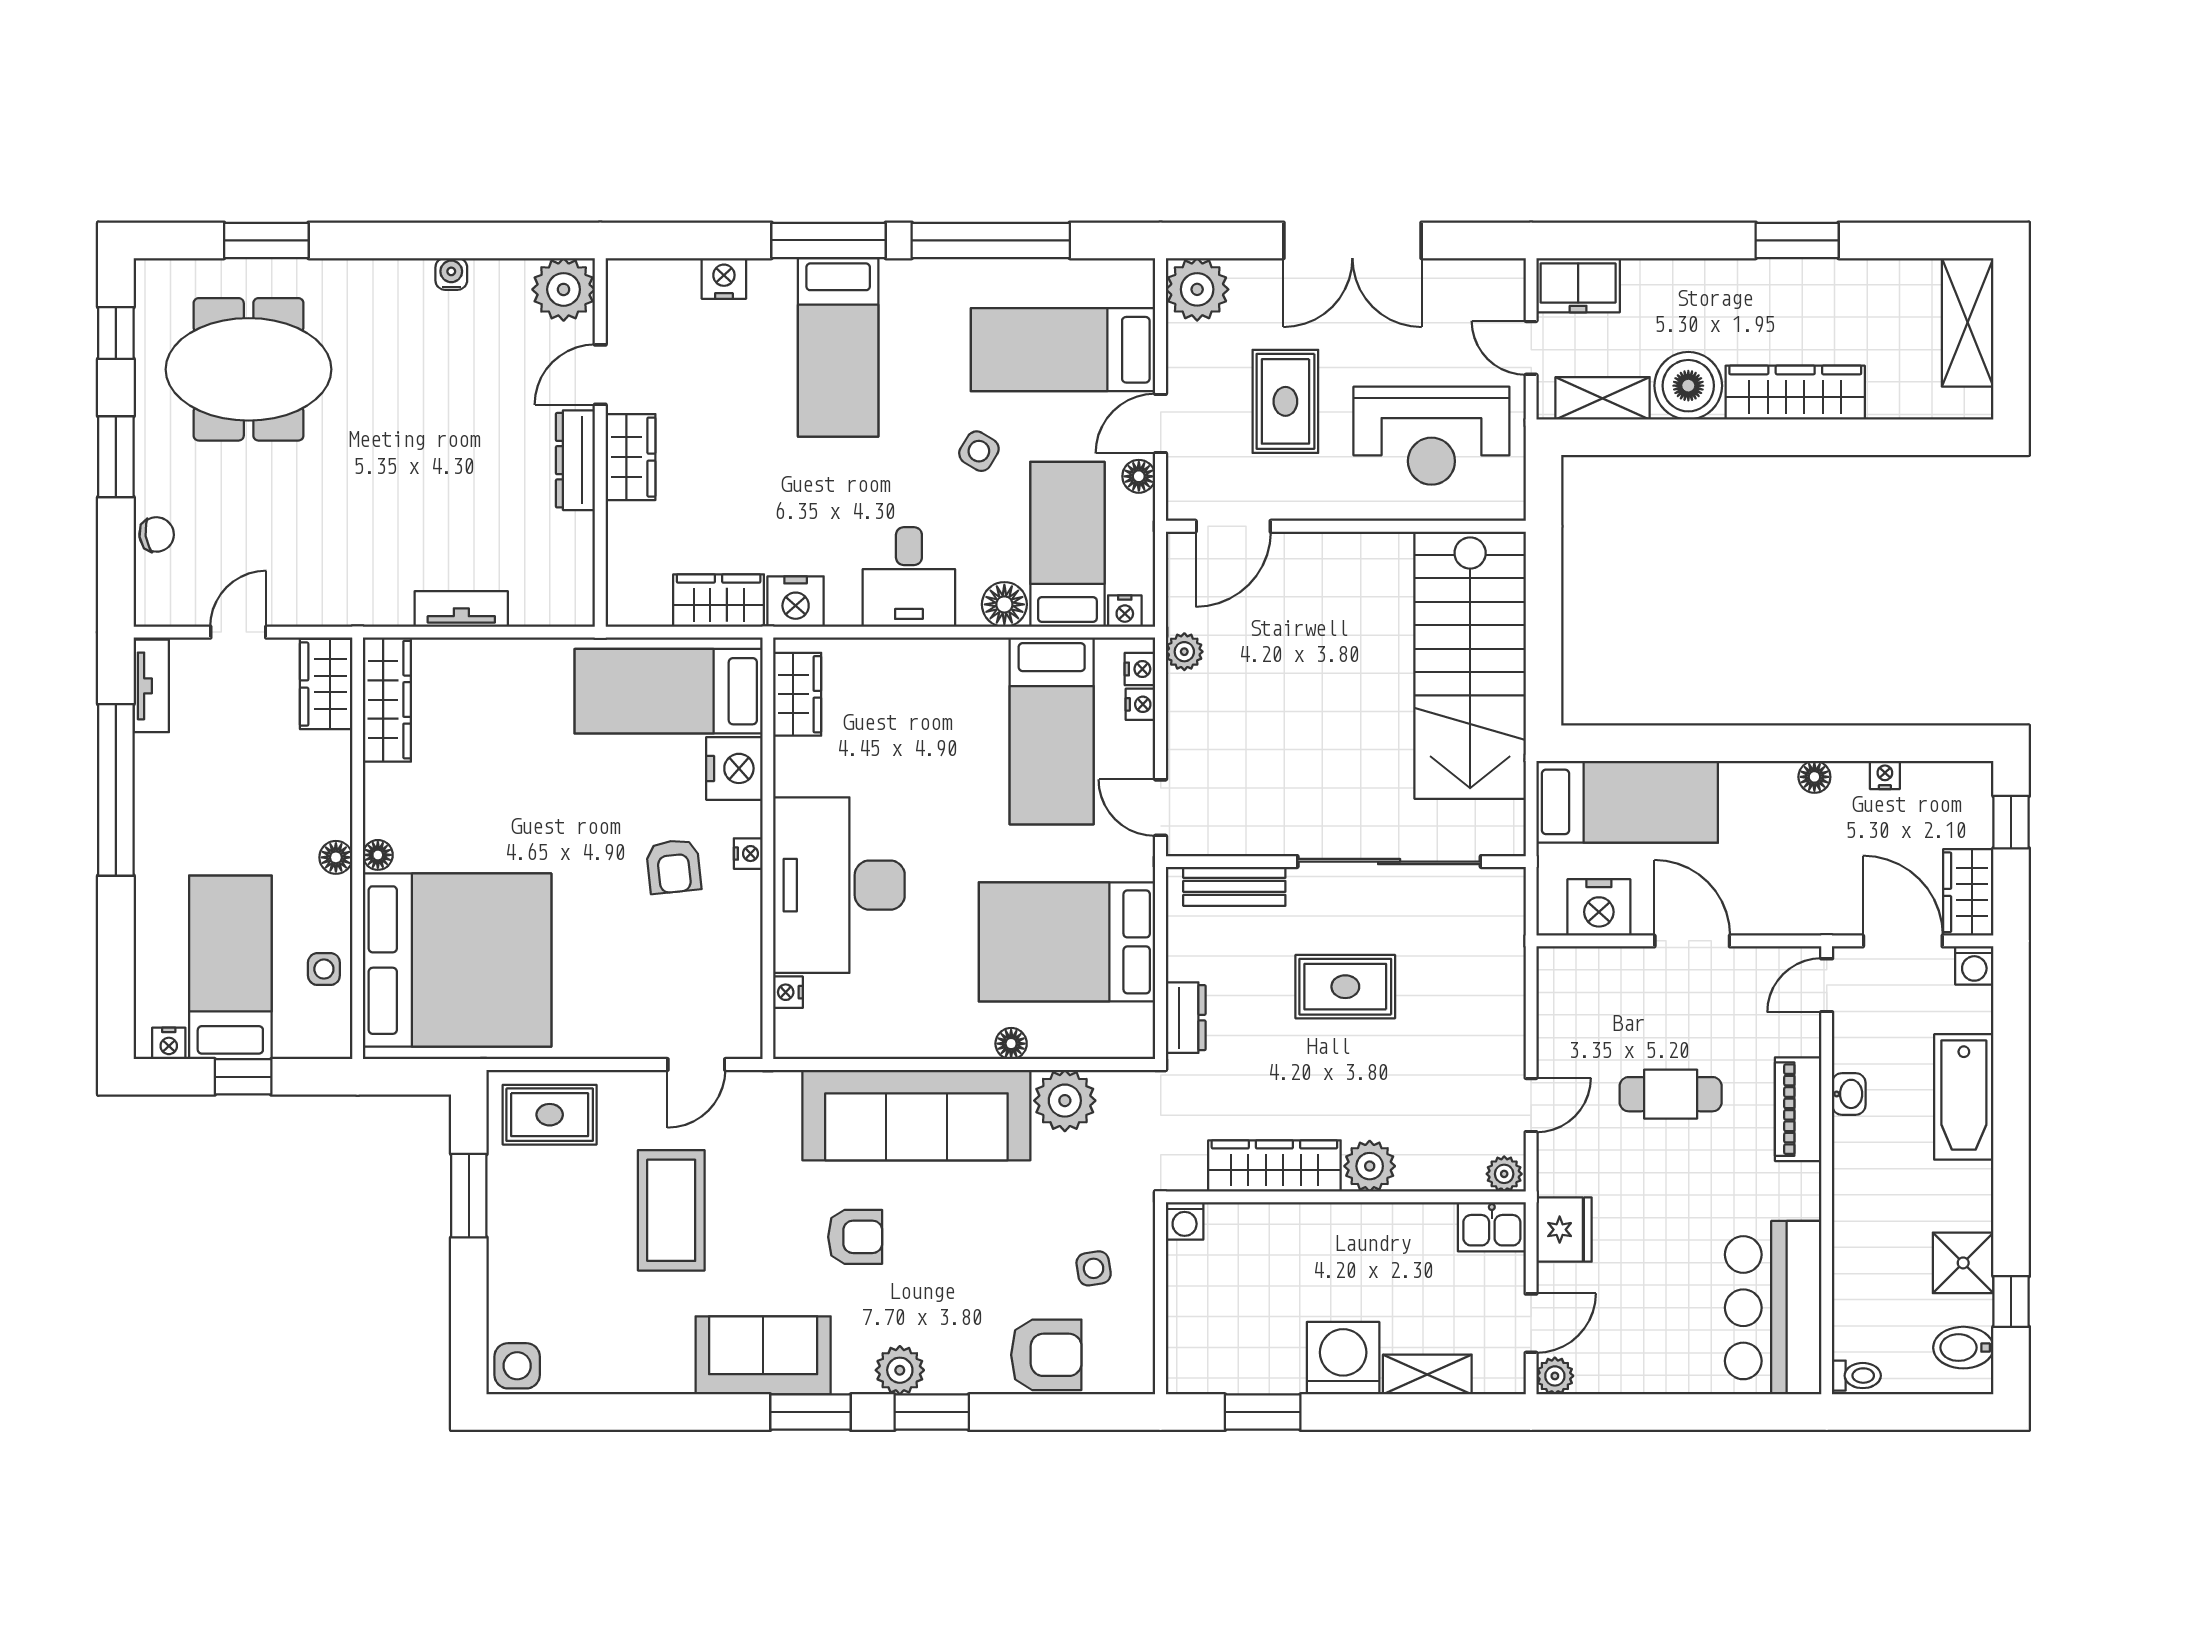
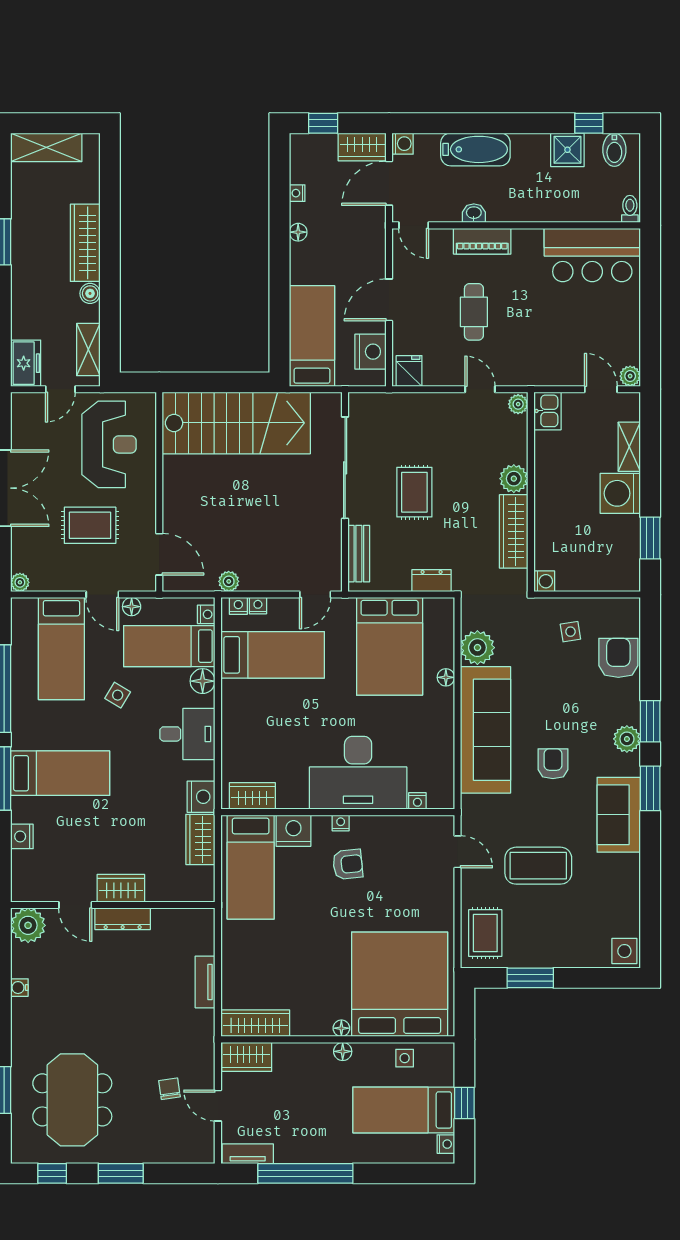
plant: (1197, 289) -> (20, 582), width x0.53, depth x0.53
boiler: (1688, 386) -> (90, 293), width x0.54, depth x0.54
chair: (157, 534) -> (170, 1089), moved
fridge: (1564, 1230) -> (409, 371), moved, width x0.72

